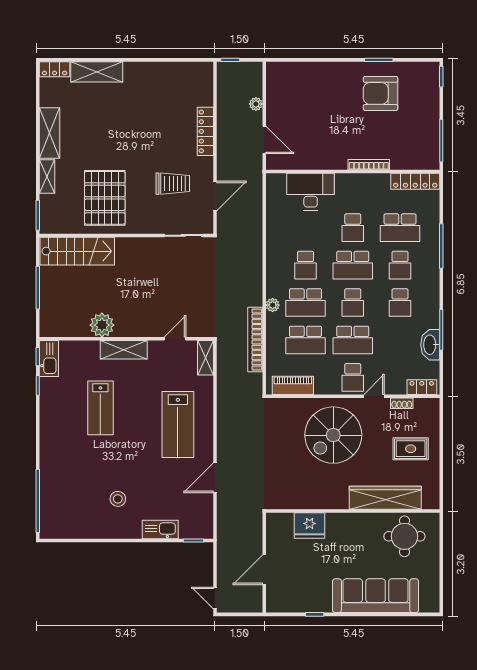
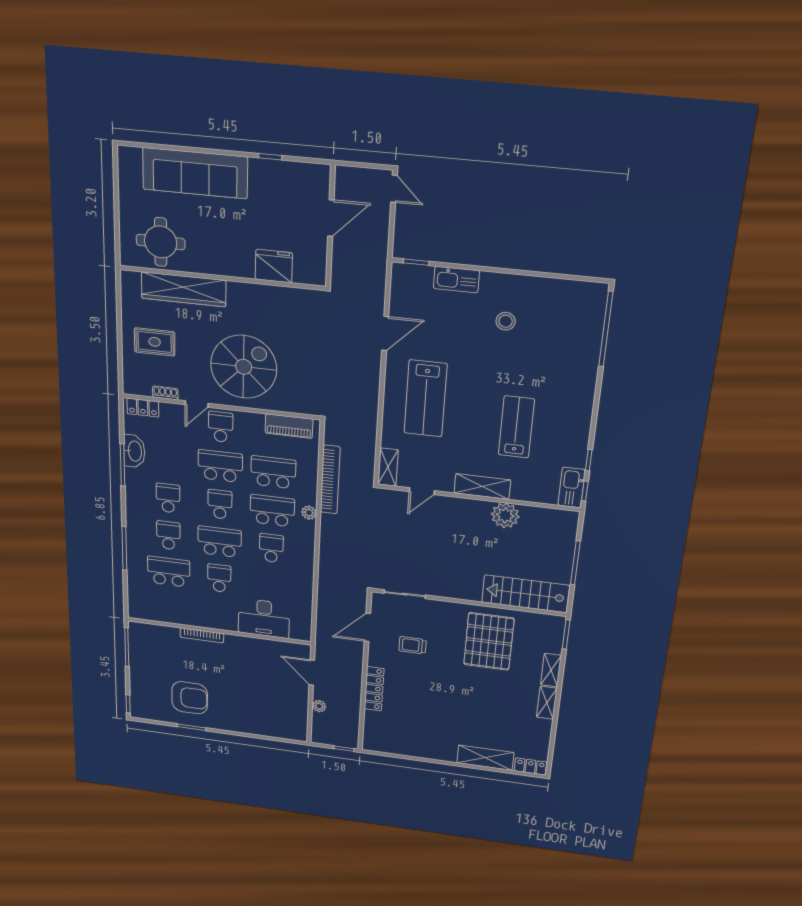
shelving: (50, 133) -> (547, 703), width x0.67, depth x0.75
locker: (415, 181) -> (153, 614), removed
trolley: (173, 184) -> (413, 645), width x0.73, depth x0.72
lab bench: (178, 424) -> (426, 399), turned 180

